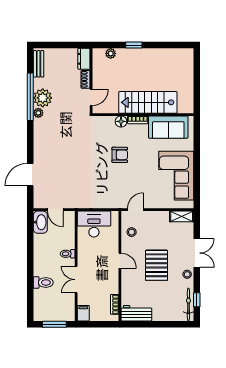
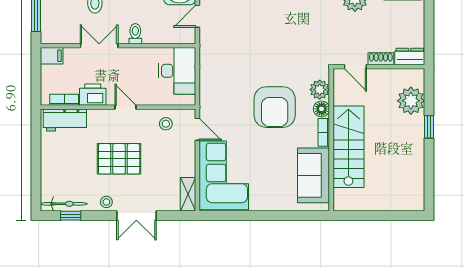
plant: (111, 53) -> (411, 101), width x1.87, depth x1.87
plant: (107, 123) -> (320, 90), added
armchair: (120, 155) -> (275, 107), width x1.88, depth x1.88
corner sofa: (176, 176) -> (224, 175), moved, turned 90
door: (120, 261) -> (125, 107), swing flipped
printer: (111, 284) -> (93, 95), added
workbench: (136, 313) -> (65, 120), moved, turned 90

